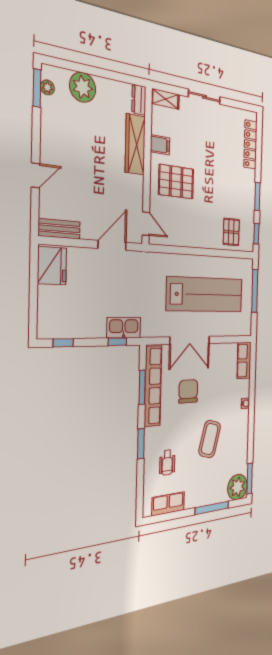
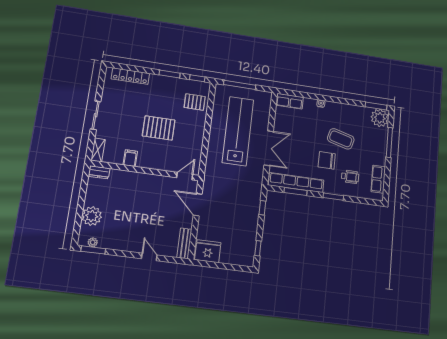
wardrobe: (135, 144) -> (130, 179), removed
pallet: (176, 182) -> (159, 128), moved, turned 90
kitchen sink: (124, 328) -> (254, 202), removed
chair: (188, 391) -> (327, 160), moved

